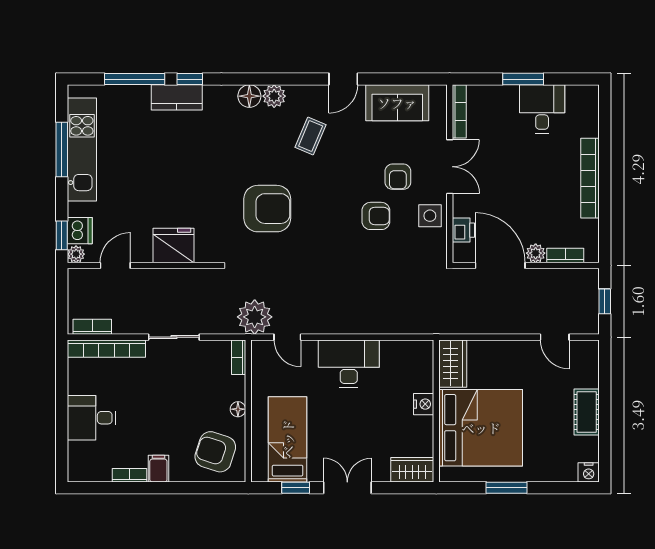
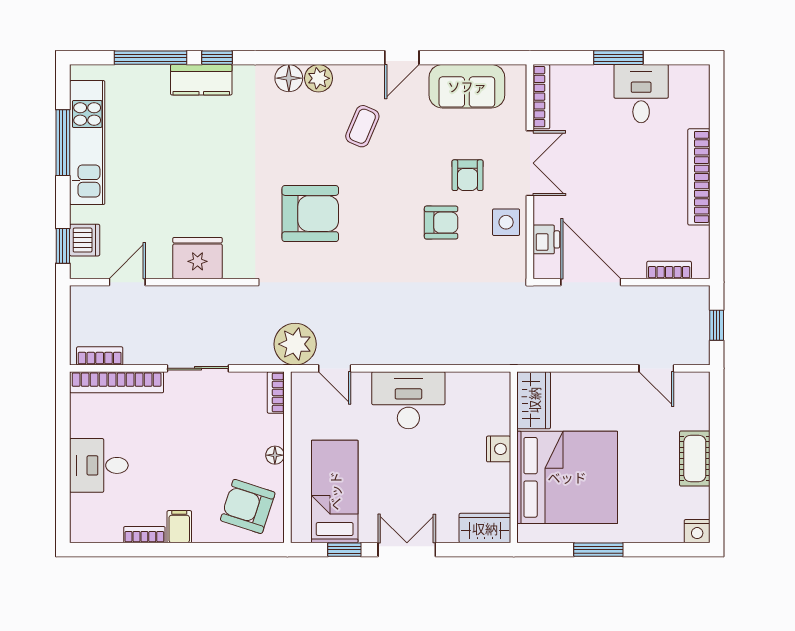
plant: (536, 253) -> (633, 267), removed
plant: (76, 254) -> (80, 269), removed

